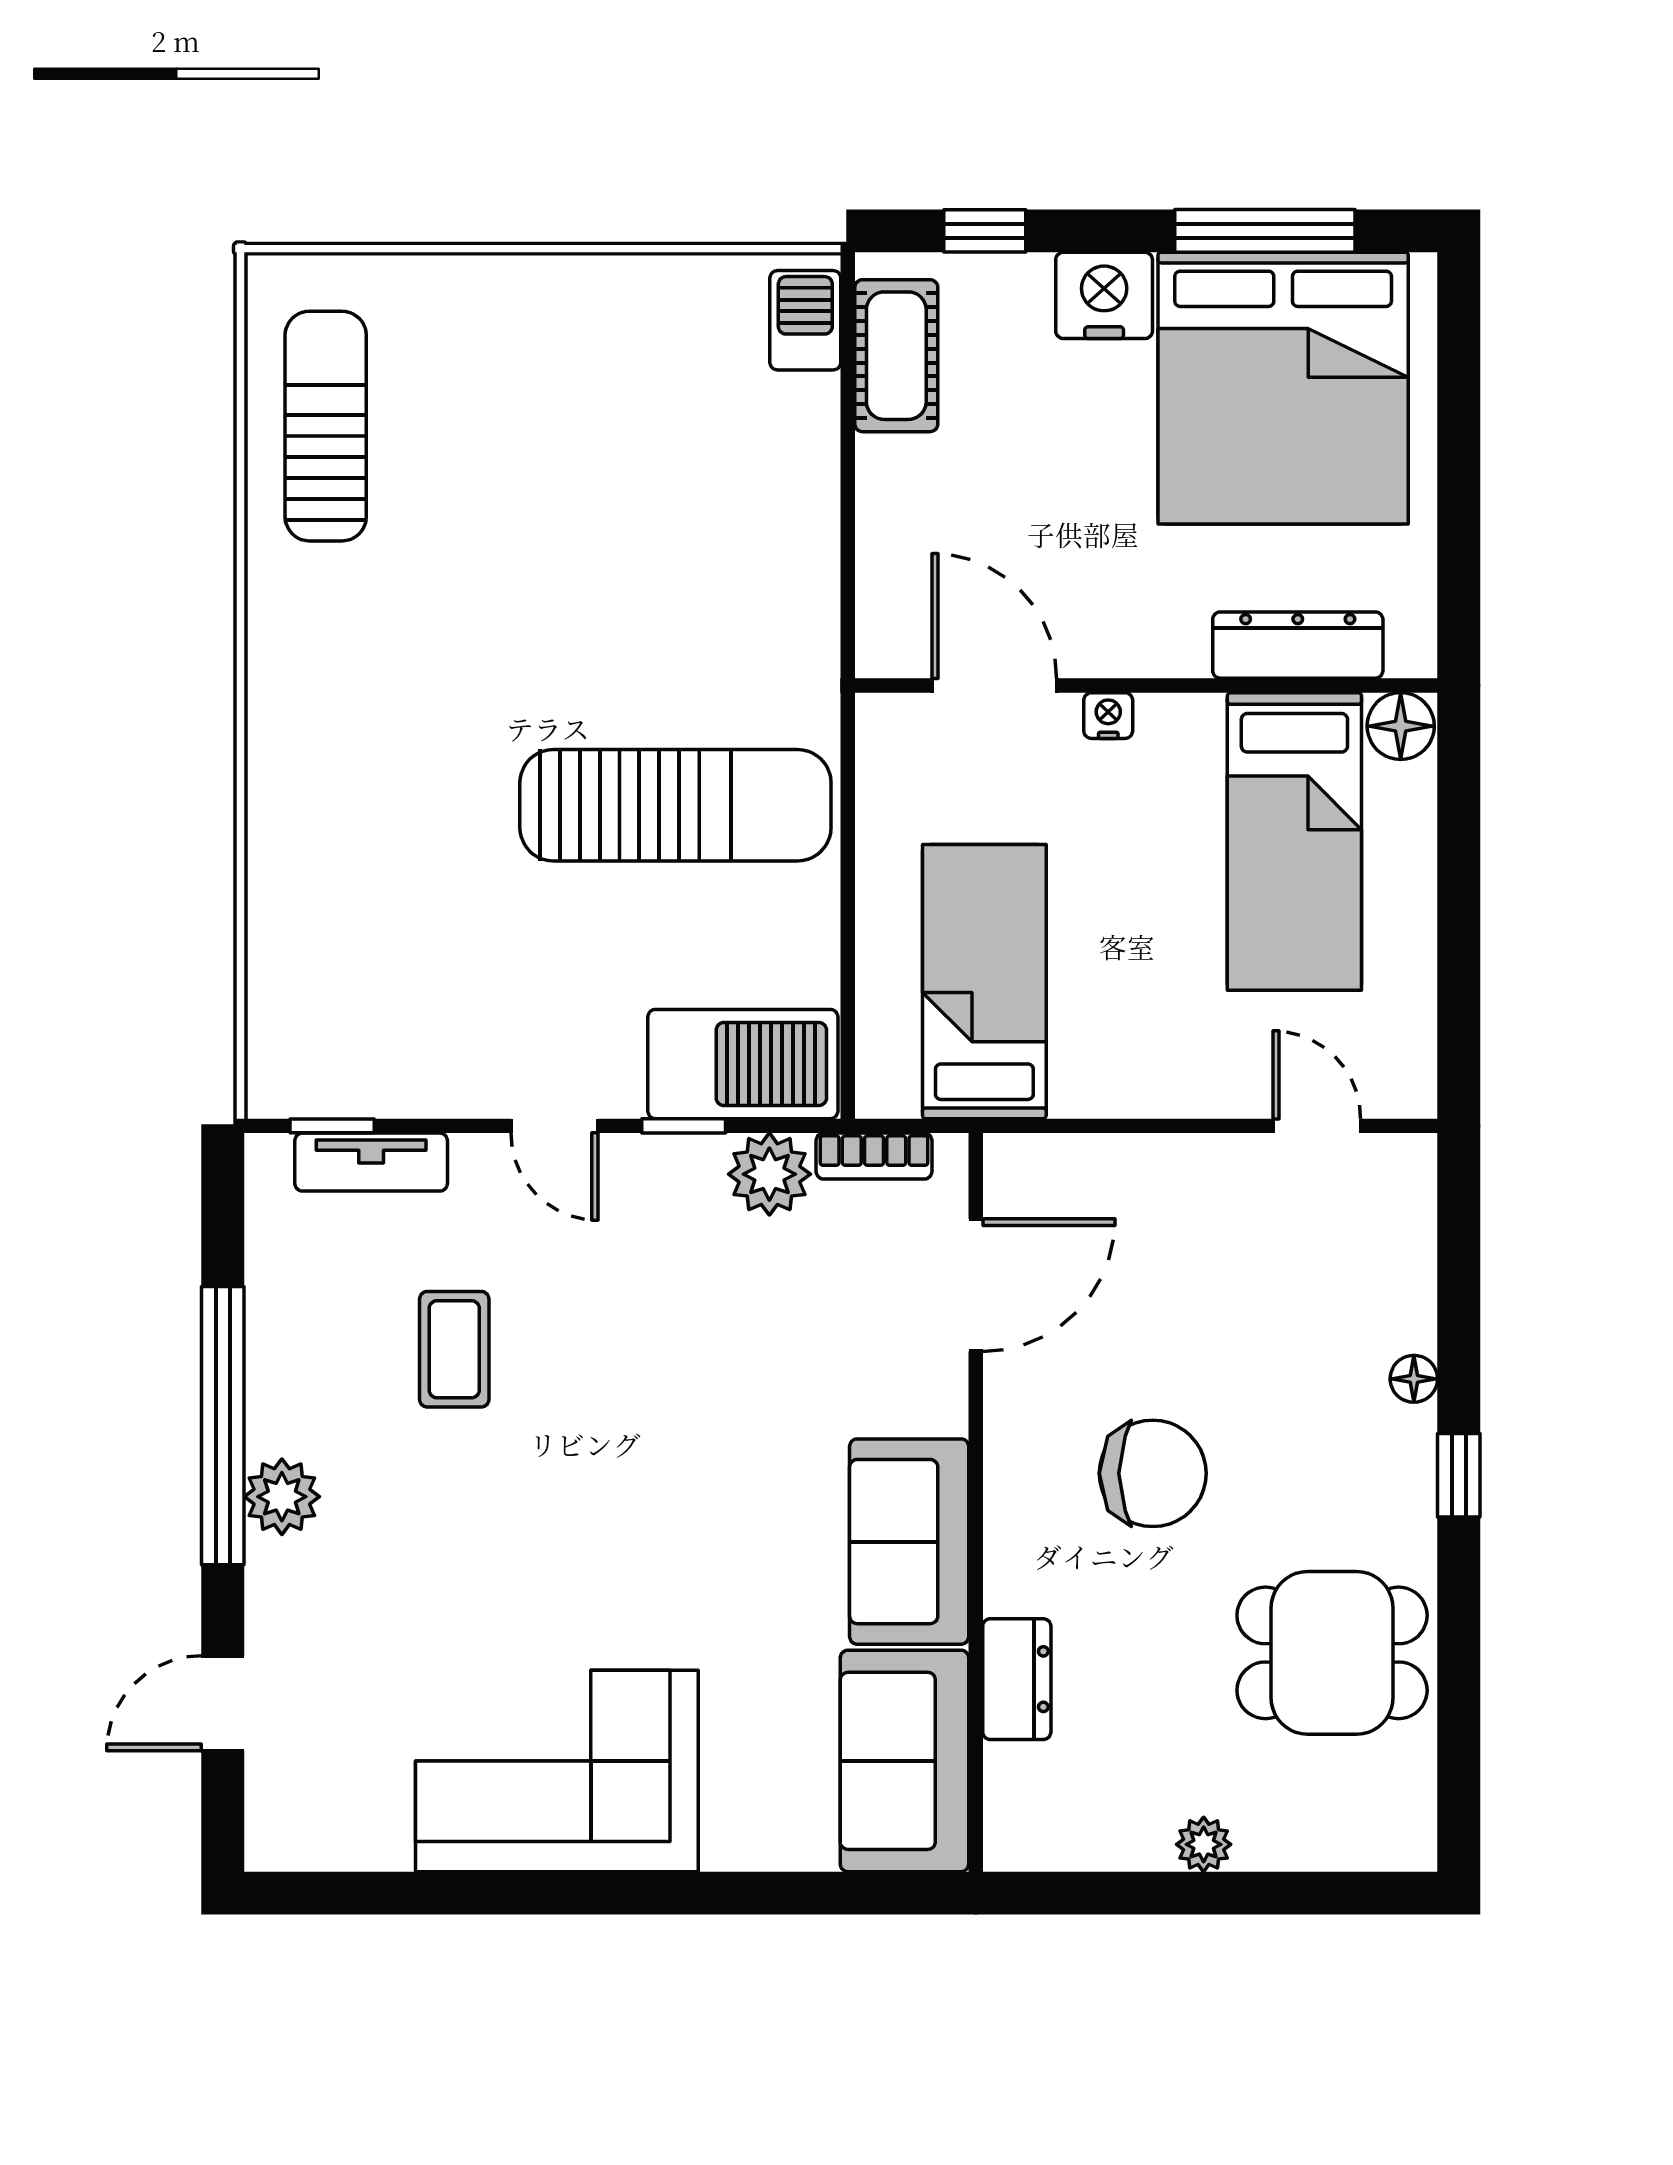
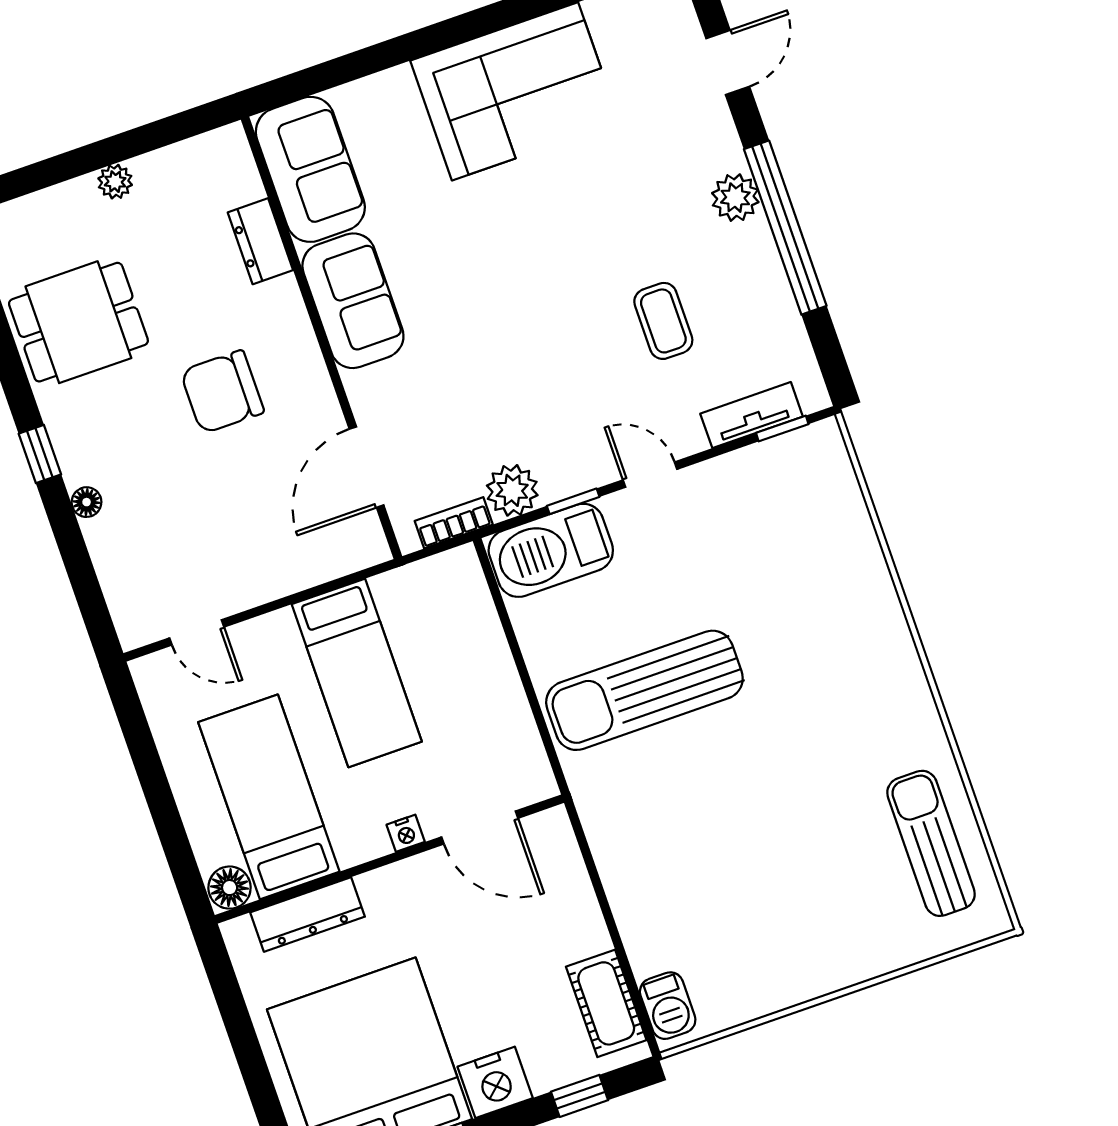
sun lounger: (326, 426) -> (931, 843), turned 180
bed: (984, 982) -> (357, 673), moved

